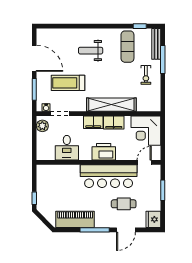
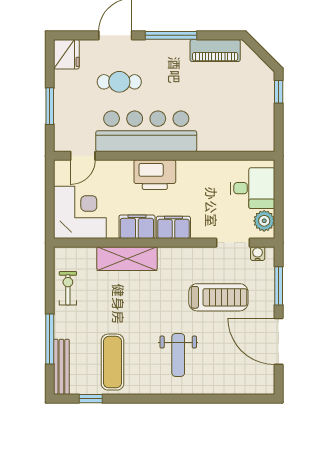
weight bench: (91, 51) -> (178, 355), turned 90
exercise bike: (146, 75) -> (68, 288), moved
shelving: (111, 105) -> (127, 259), width x0.68
desk: (67, 148) -> (253, 188), moved, turned 90
piano: (75, 219) -> (215, 51), width x0.73, depth x0.75

